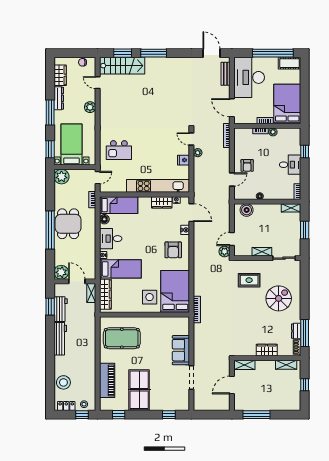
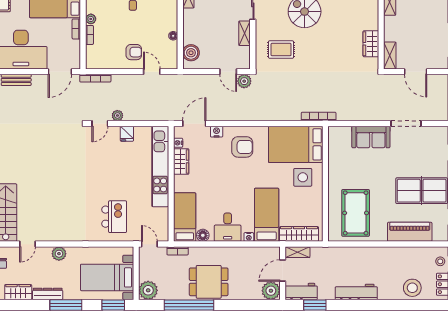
window: (50, 230) -> (189, 305), moved
rug: (249, 280) -> (281, 50), turned 90
workbench: (61, 309) -> (301, 292), moved
wardrobe: (267, 350) -> (371, 44), moved

